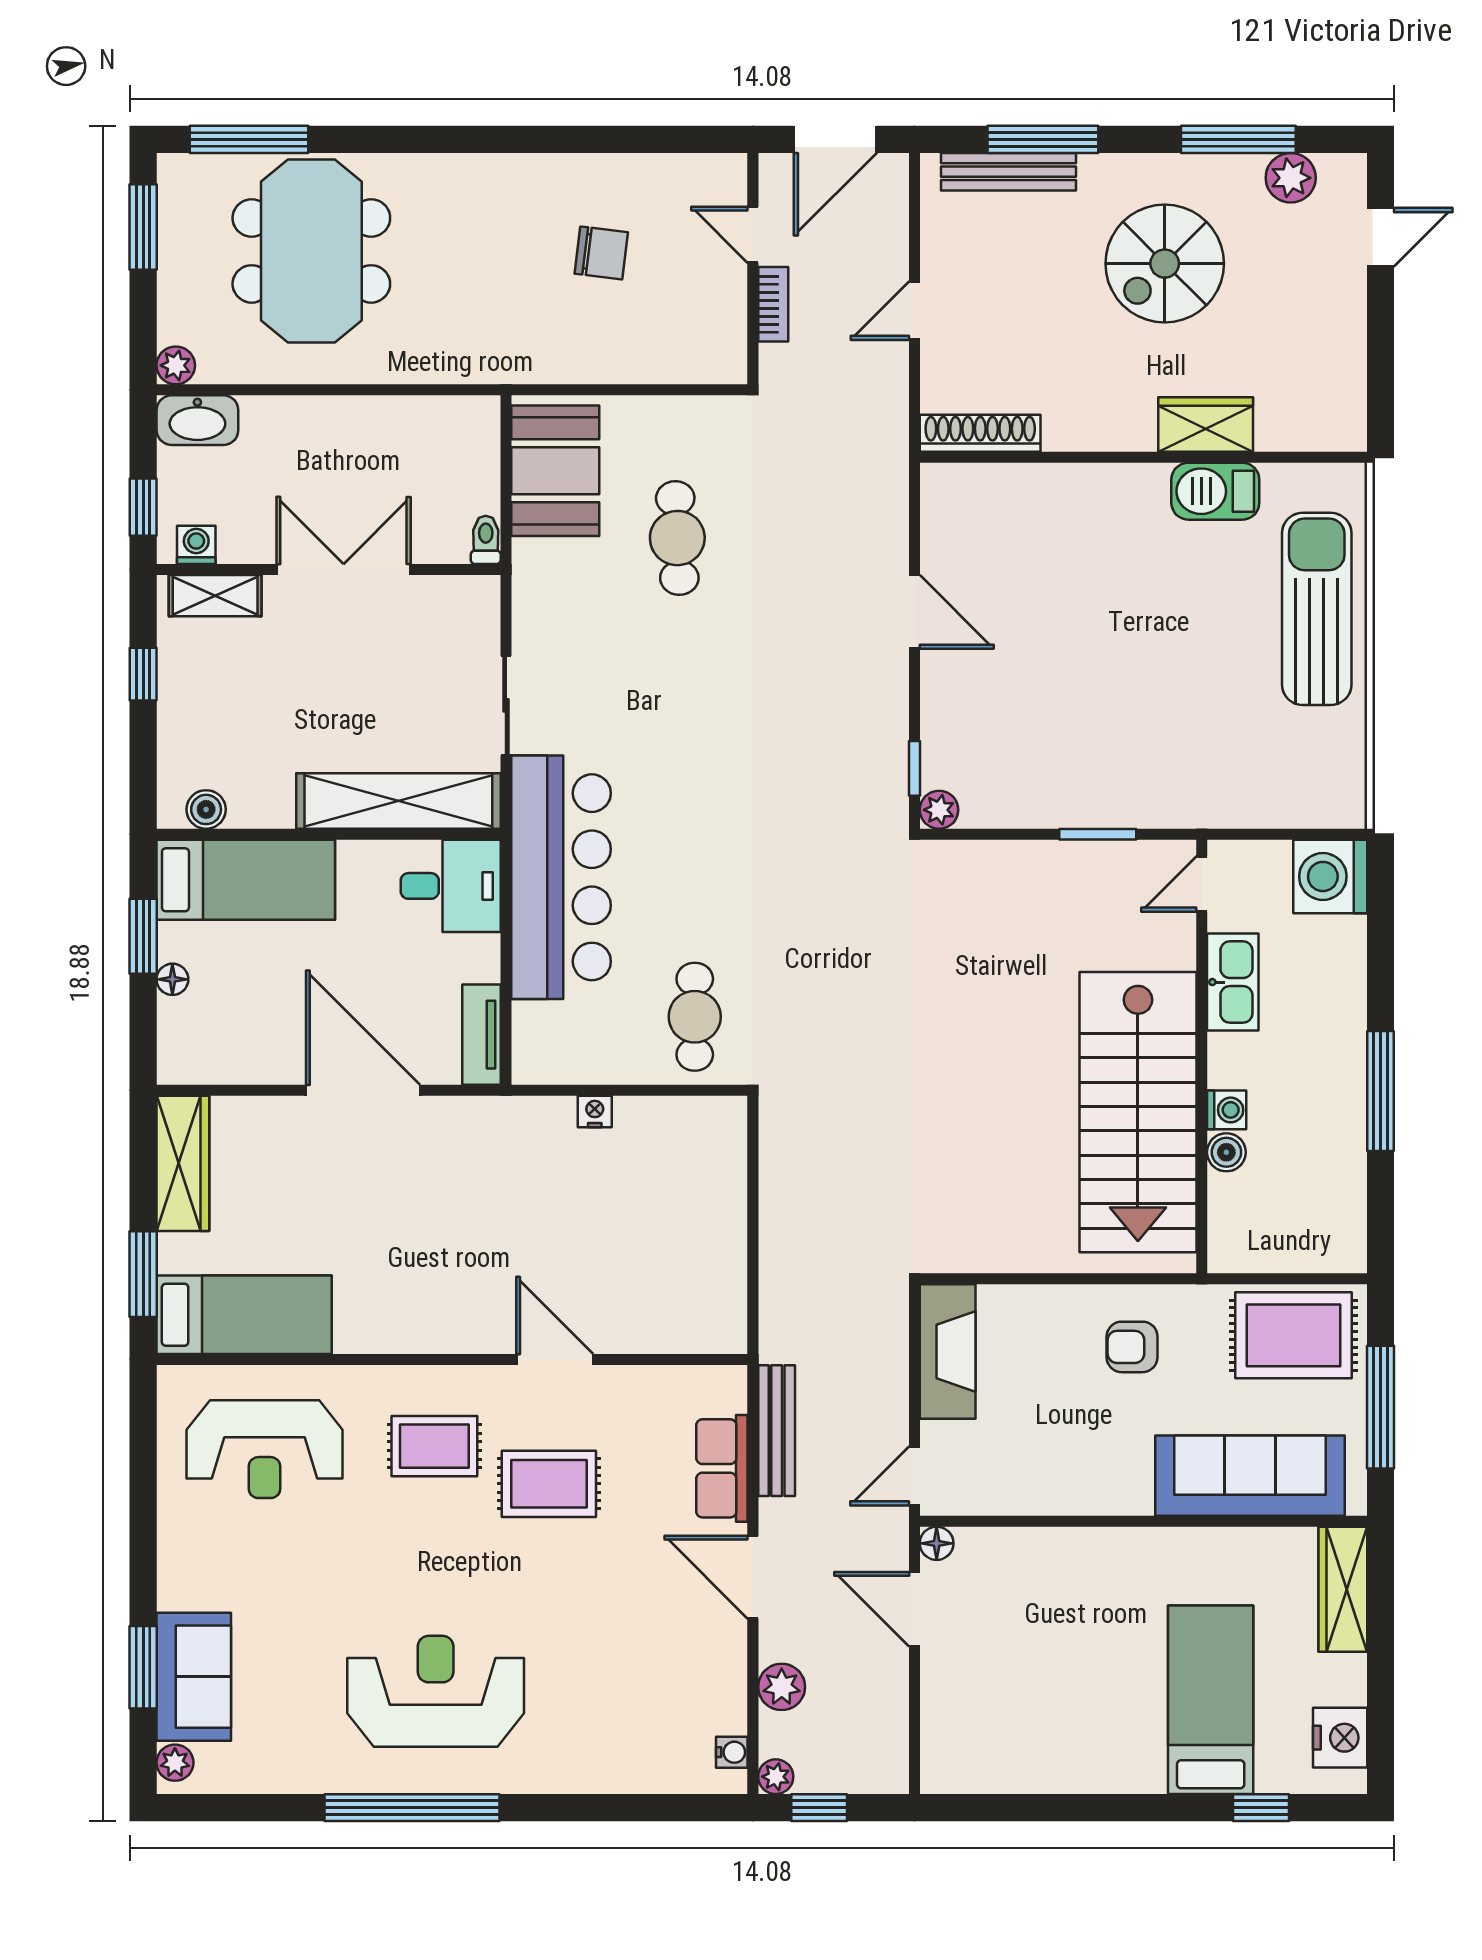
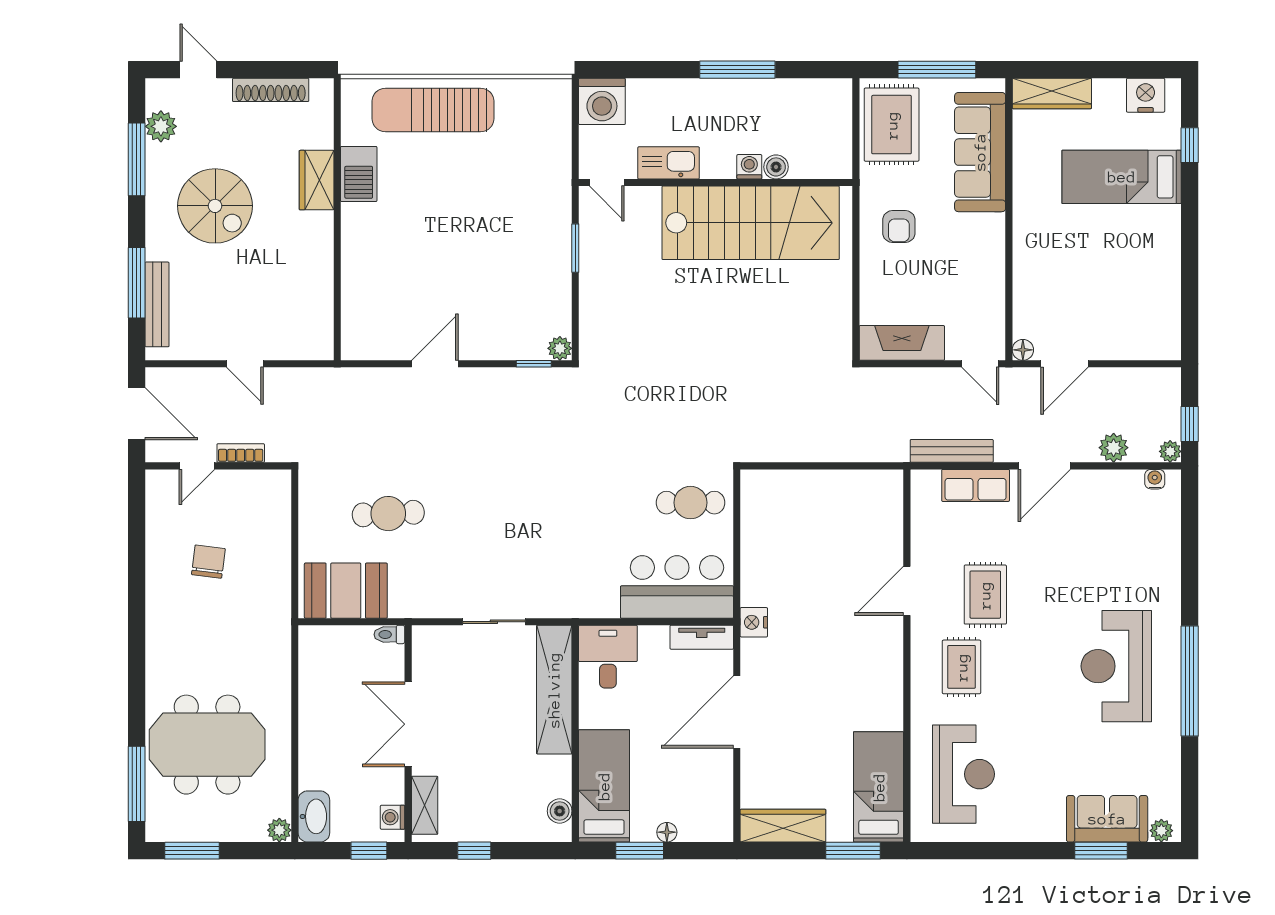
shoe rack: (980, 433) -> (271, 90), moved, turned -90
bar counter: (561, 877) -> (677, 587), moved, width x0.73
nightstand: (595, 1111) -> (754, 622), moved, width x1.39, depth x1.35

